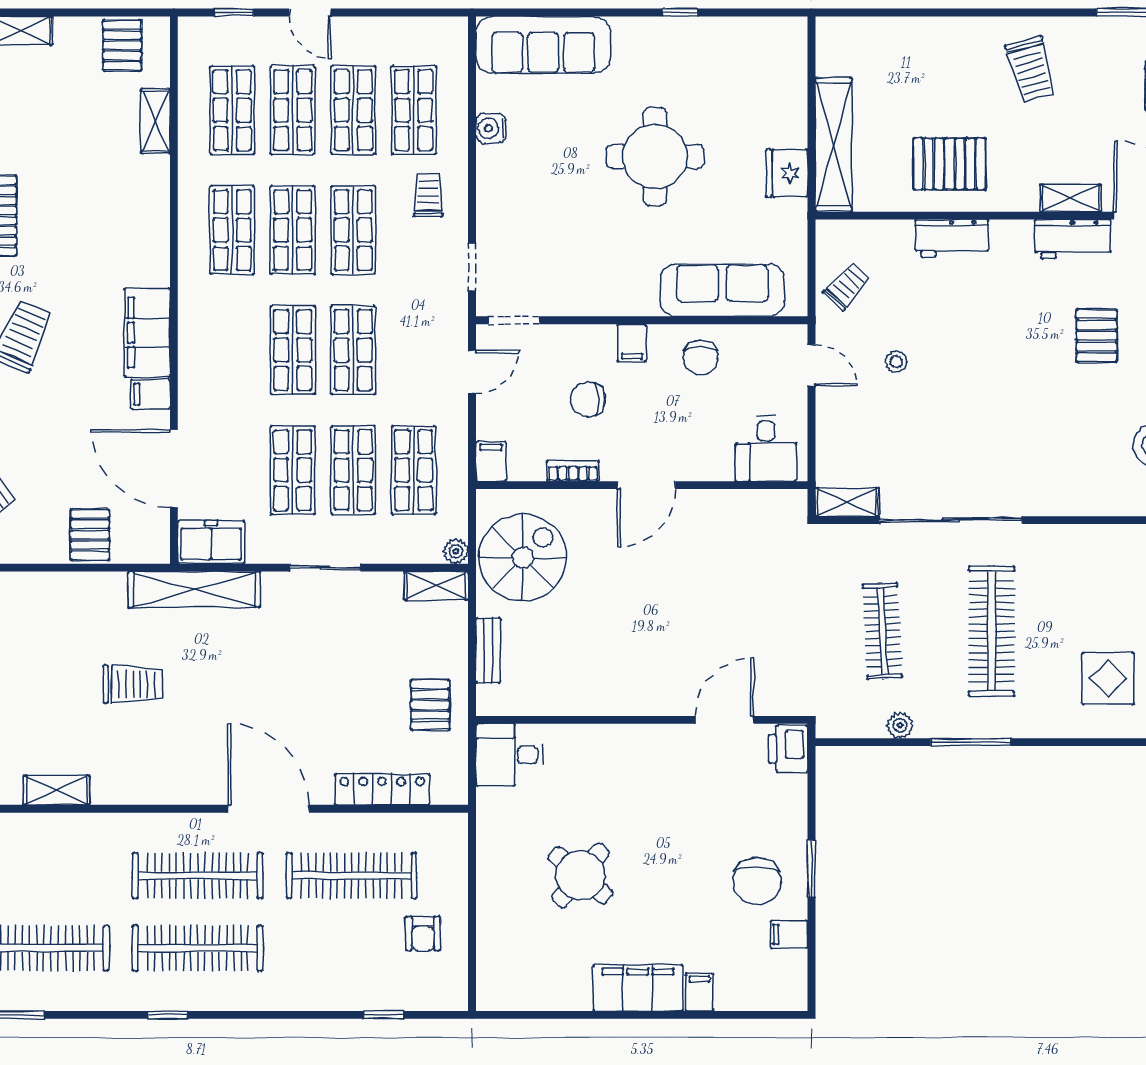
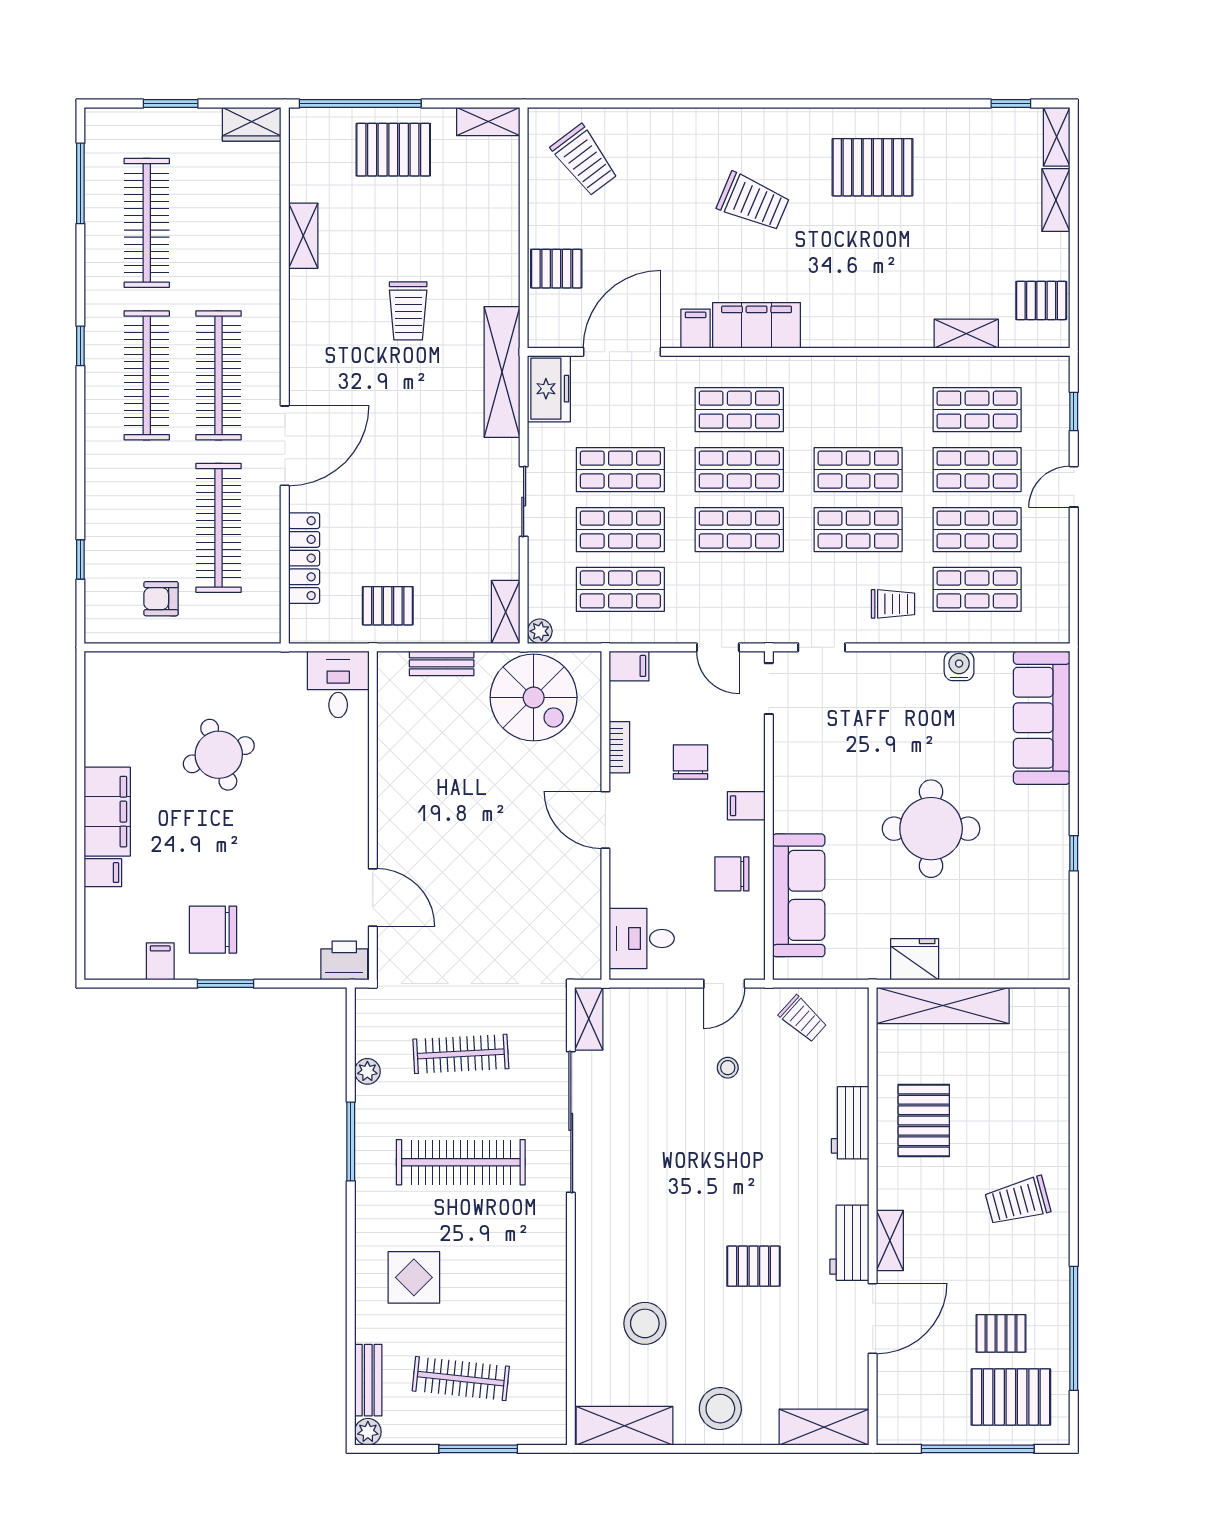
shop shelf: (232, 230) -> (739, 410), moved
round table: (580, 875) -> (219, 755), turned 31

